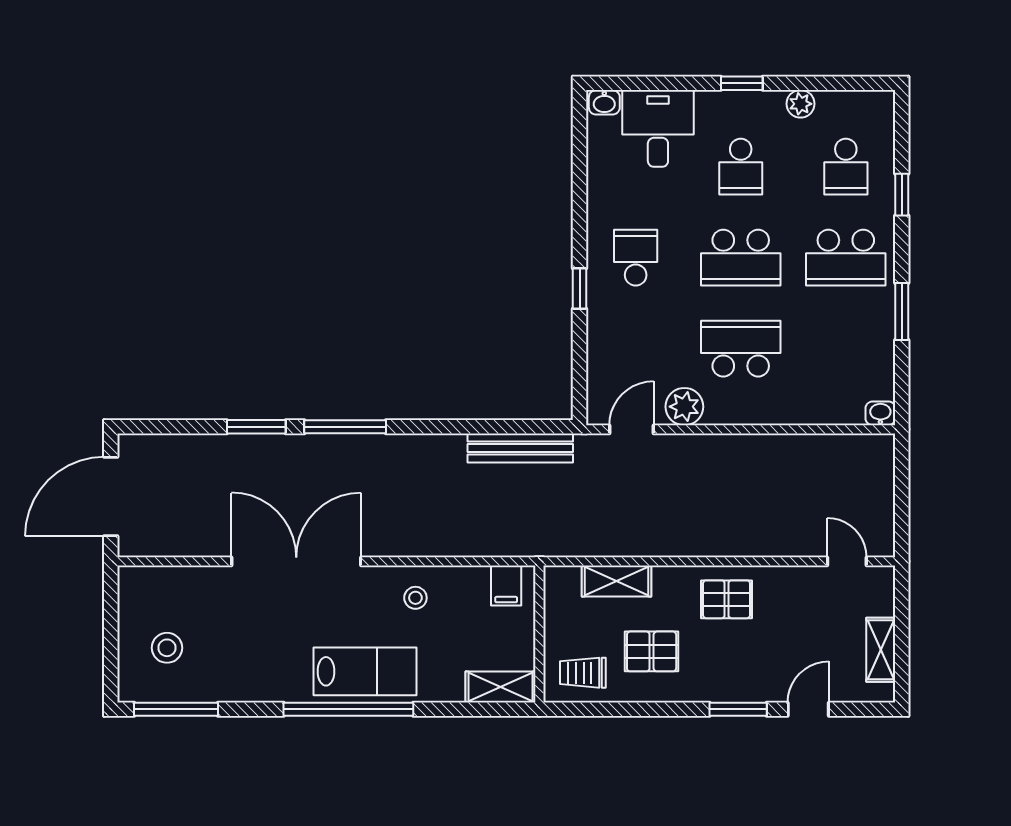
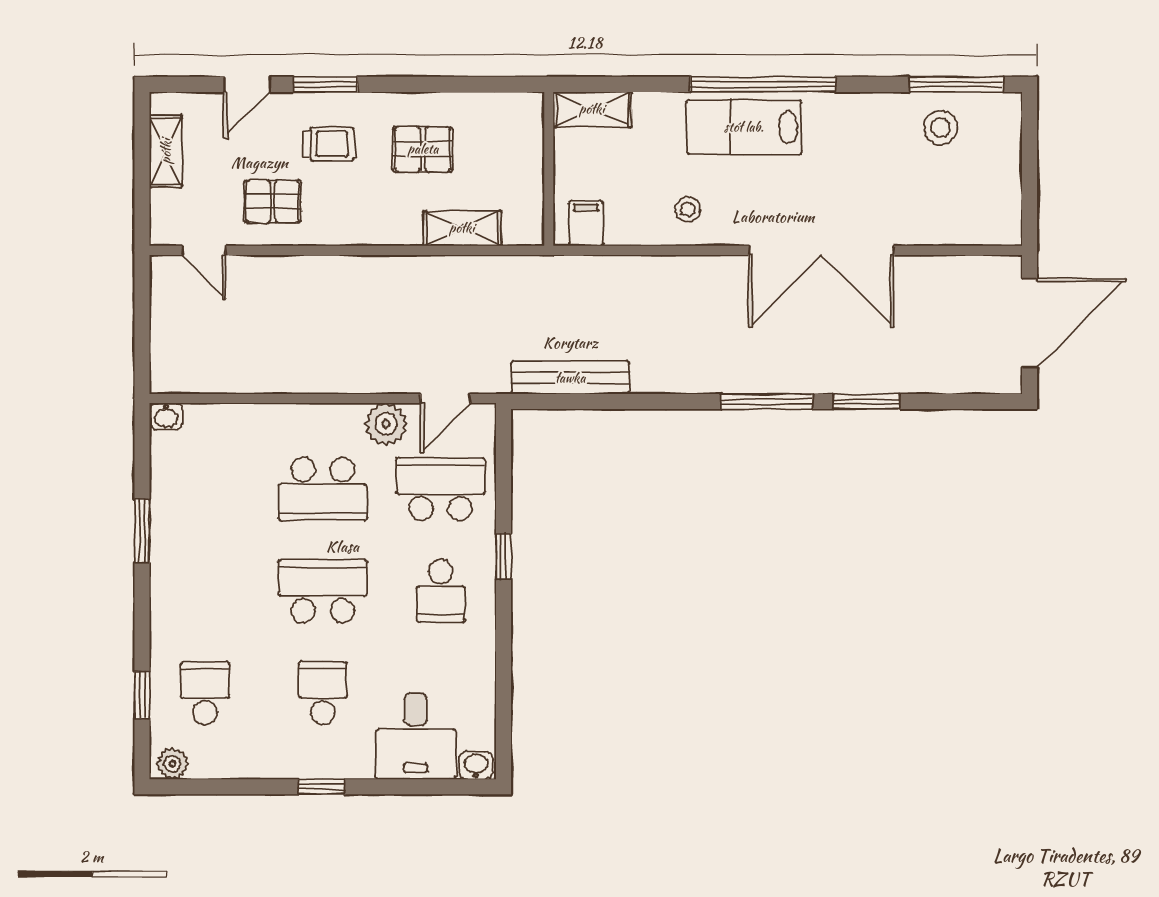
plant: (801, 104) -> (172, 764), moved
window: (902, 195) -> (142, 695), moved
school desk: (846, 258) -> (441, 489), moved
pallet: (727, 599) -> (273, 202), moved
stool: (167, 648) -> (940, 128), moved
trolley: (583, 673) -> (329, 144), moved

